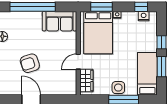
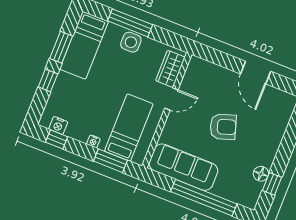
sofa: (59, 21) -> (183, 167), width x1.36
bed: (98, 33) -> (129, 128), width x0.67
armchair: (30, 63) -> (223, 127), moved

